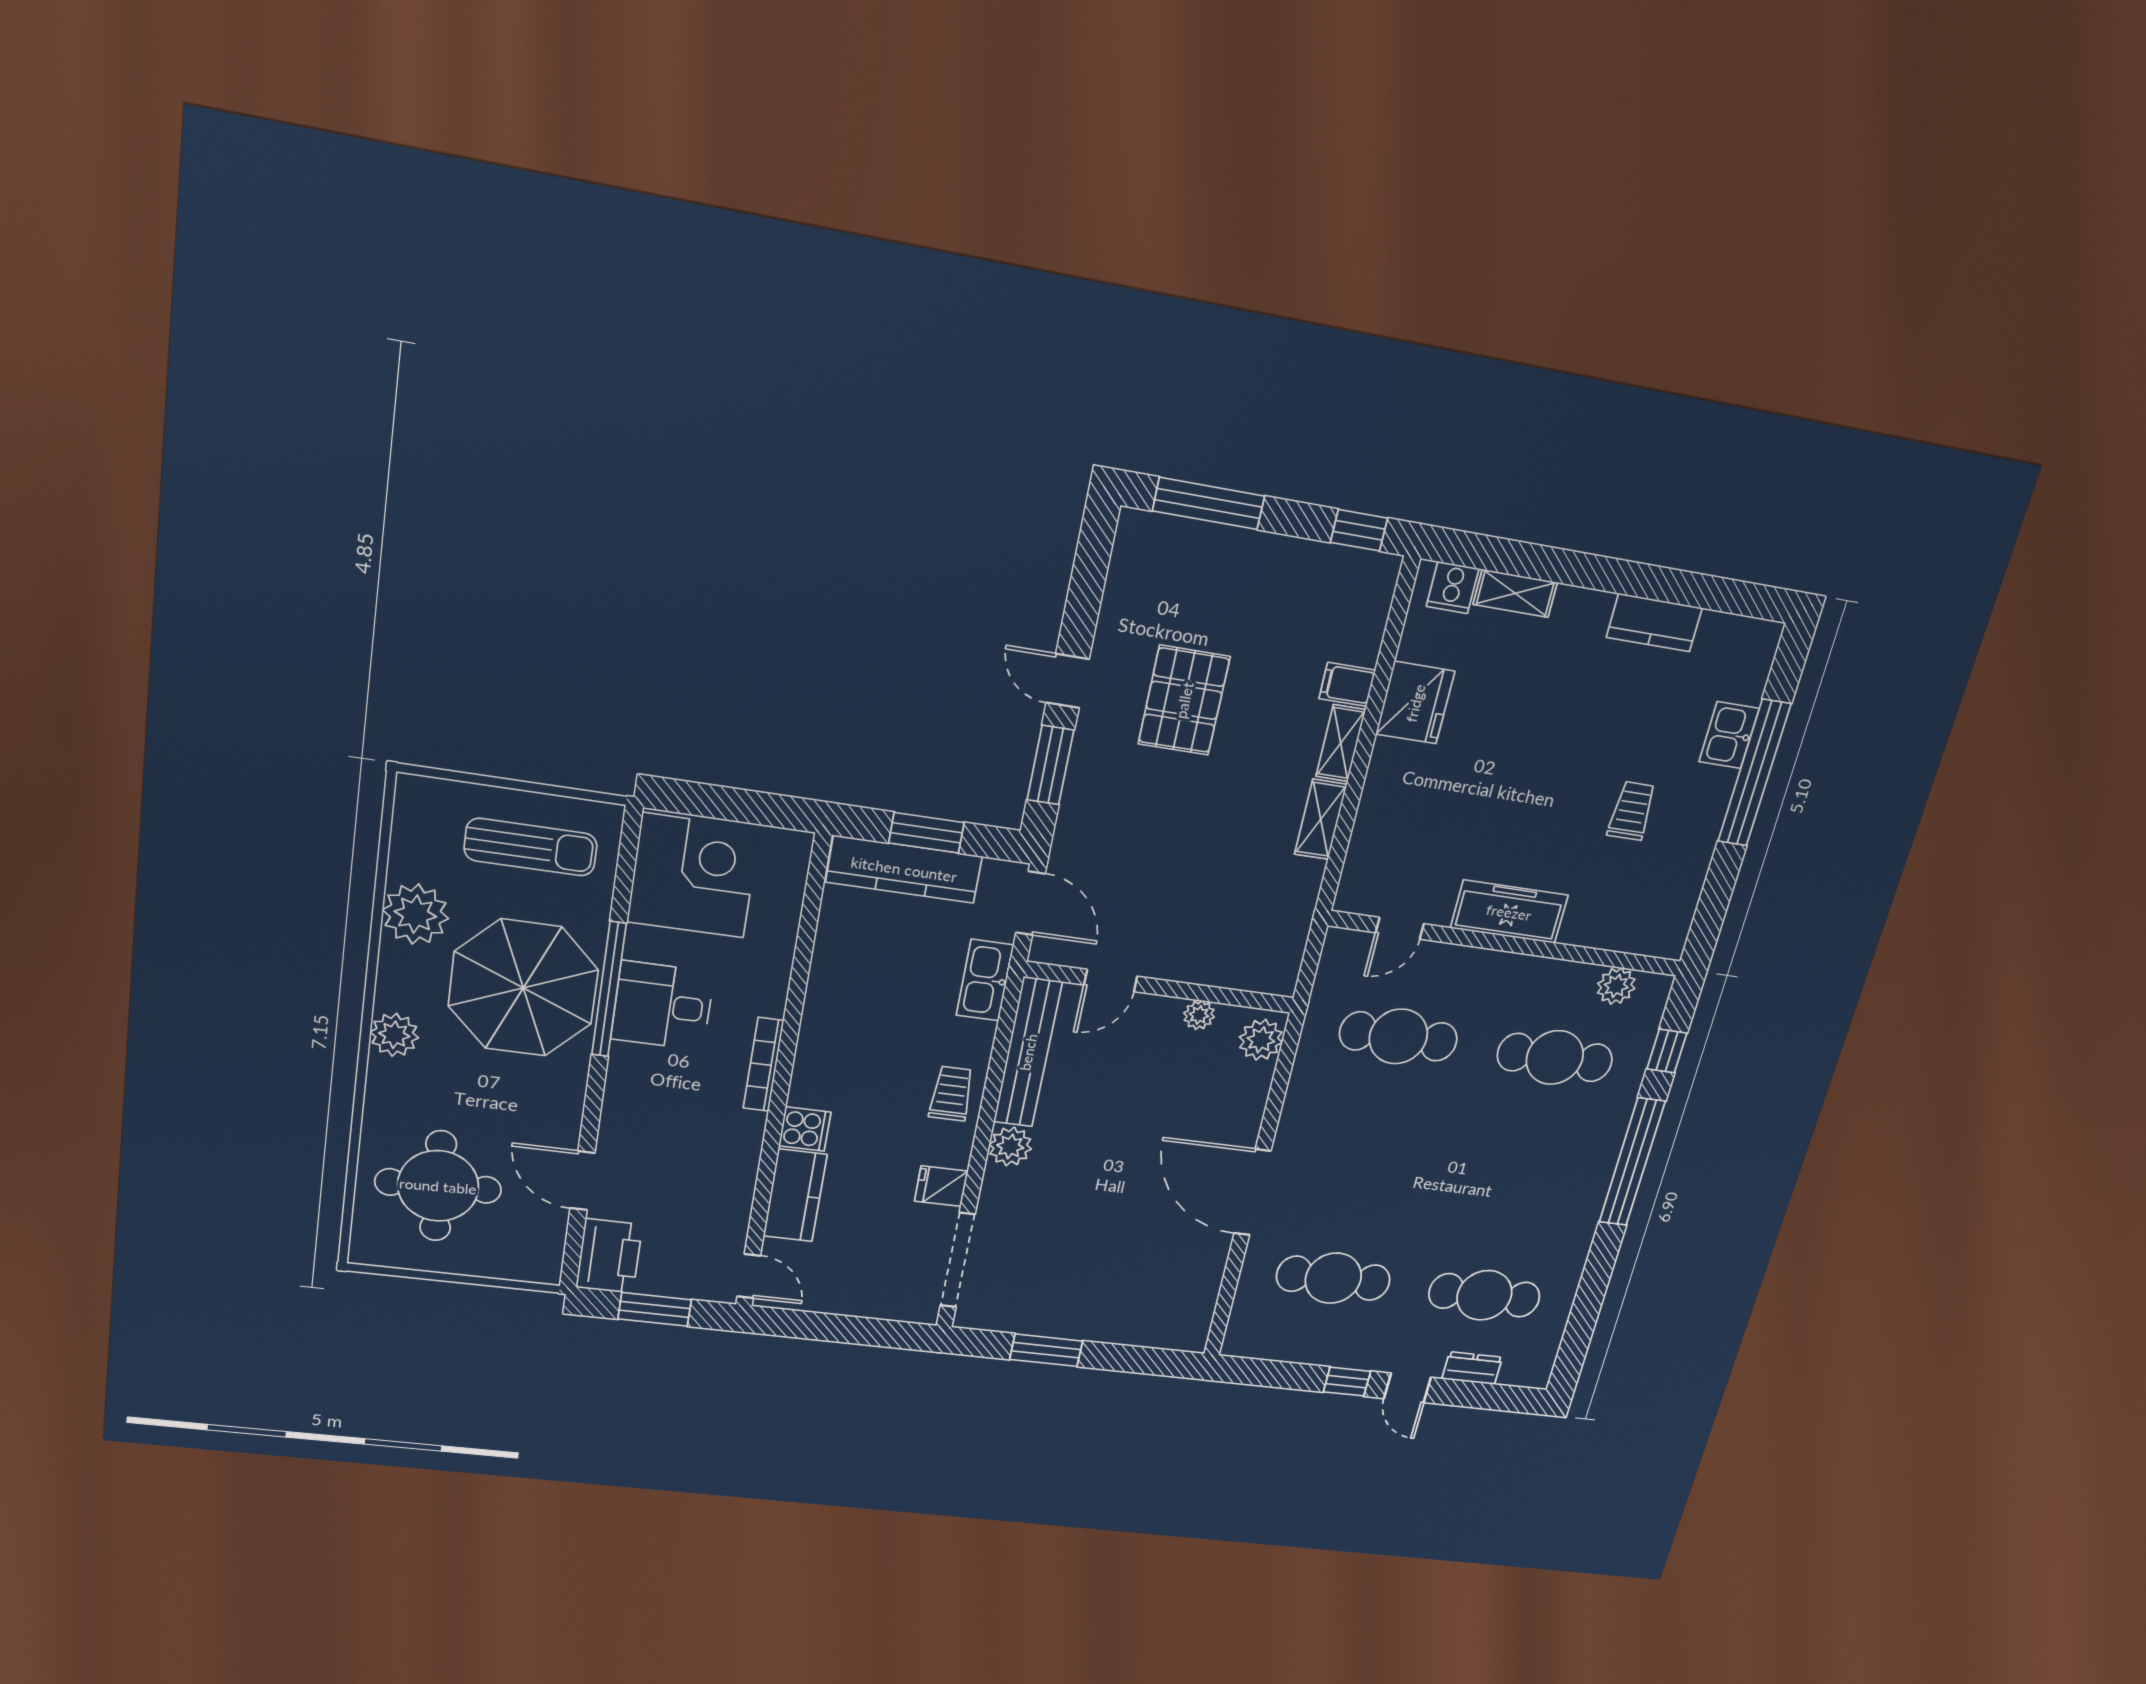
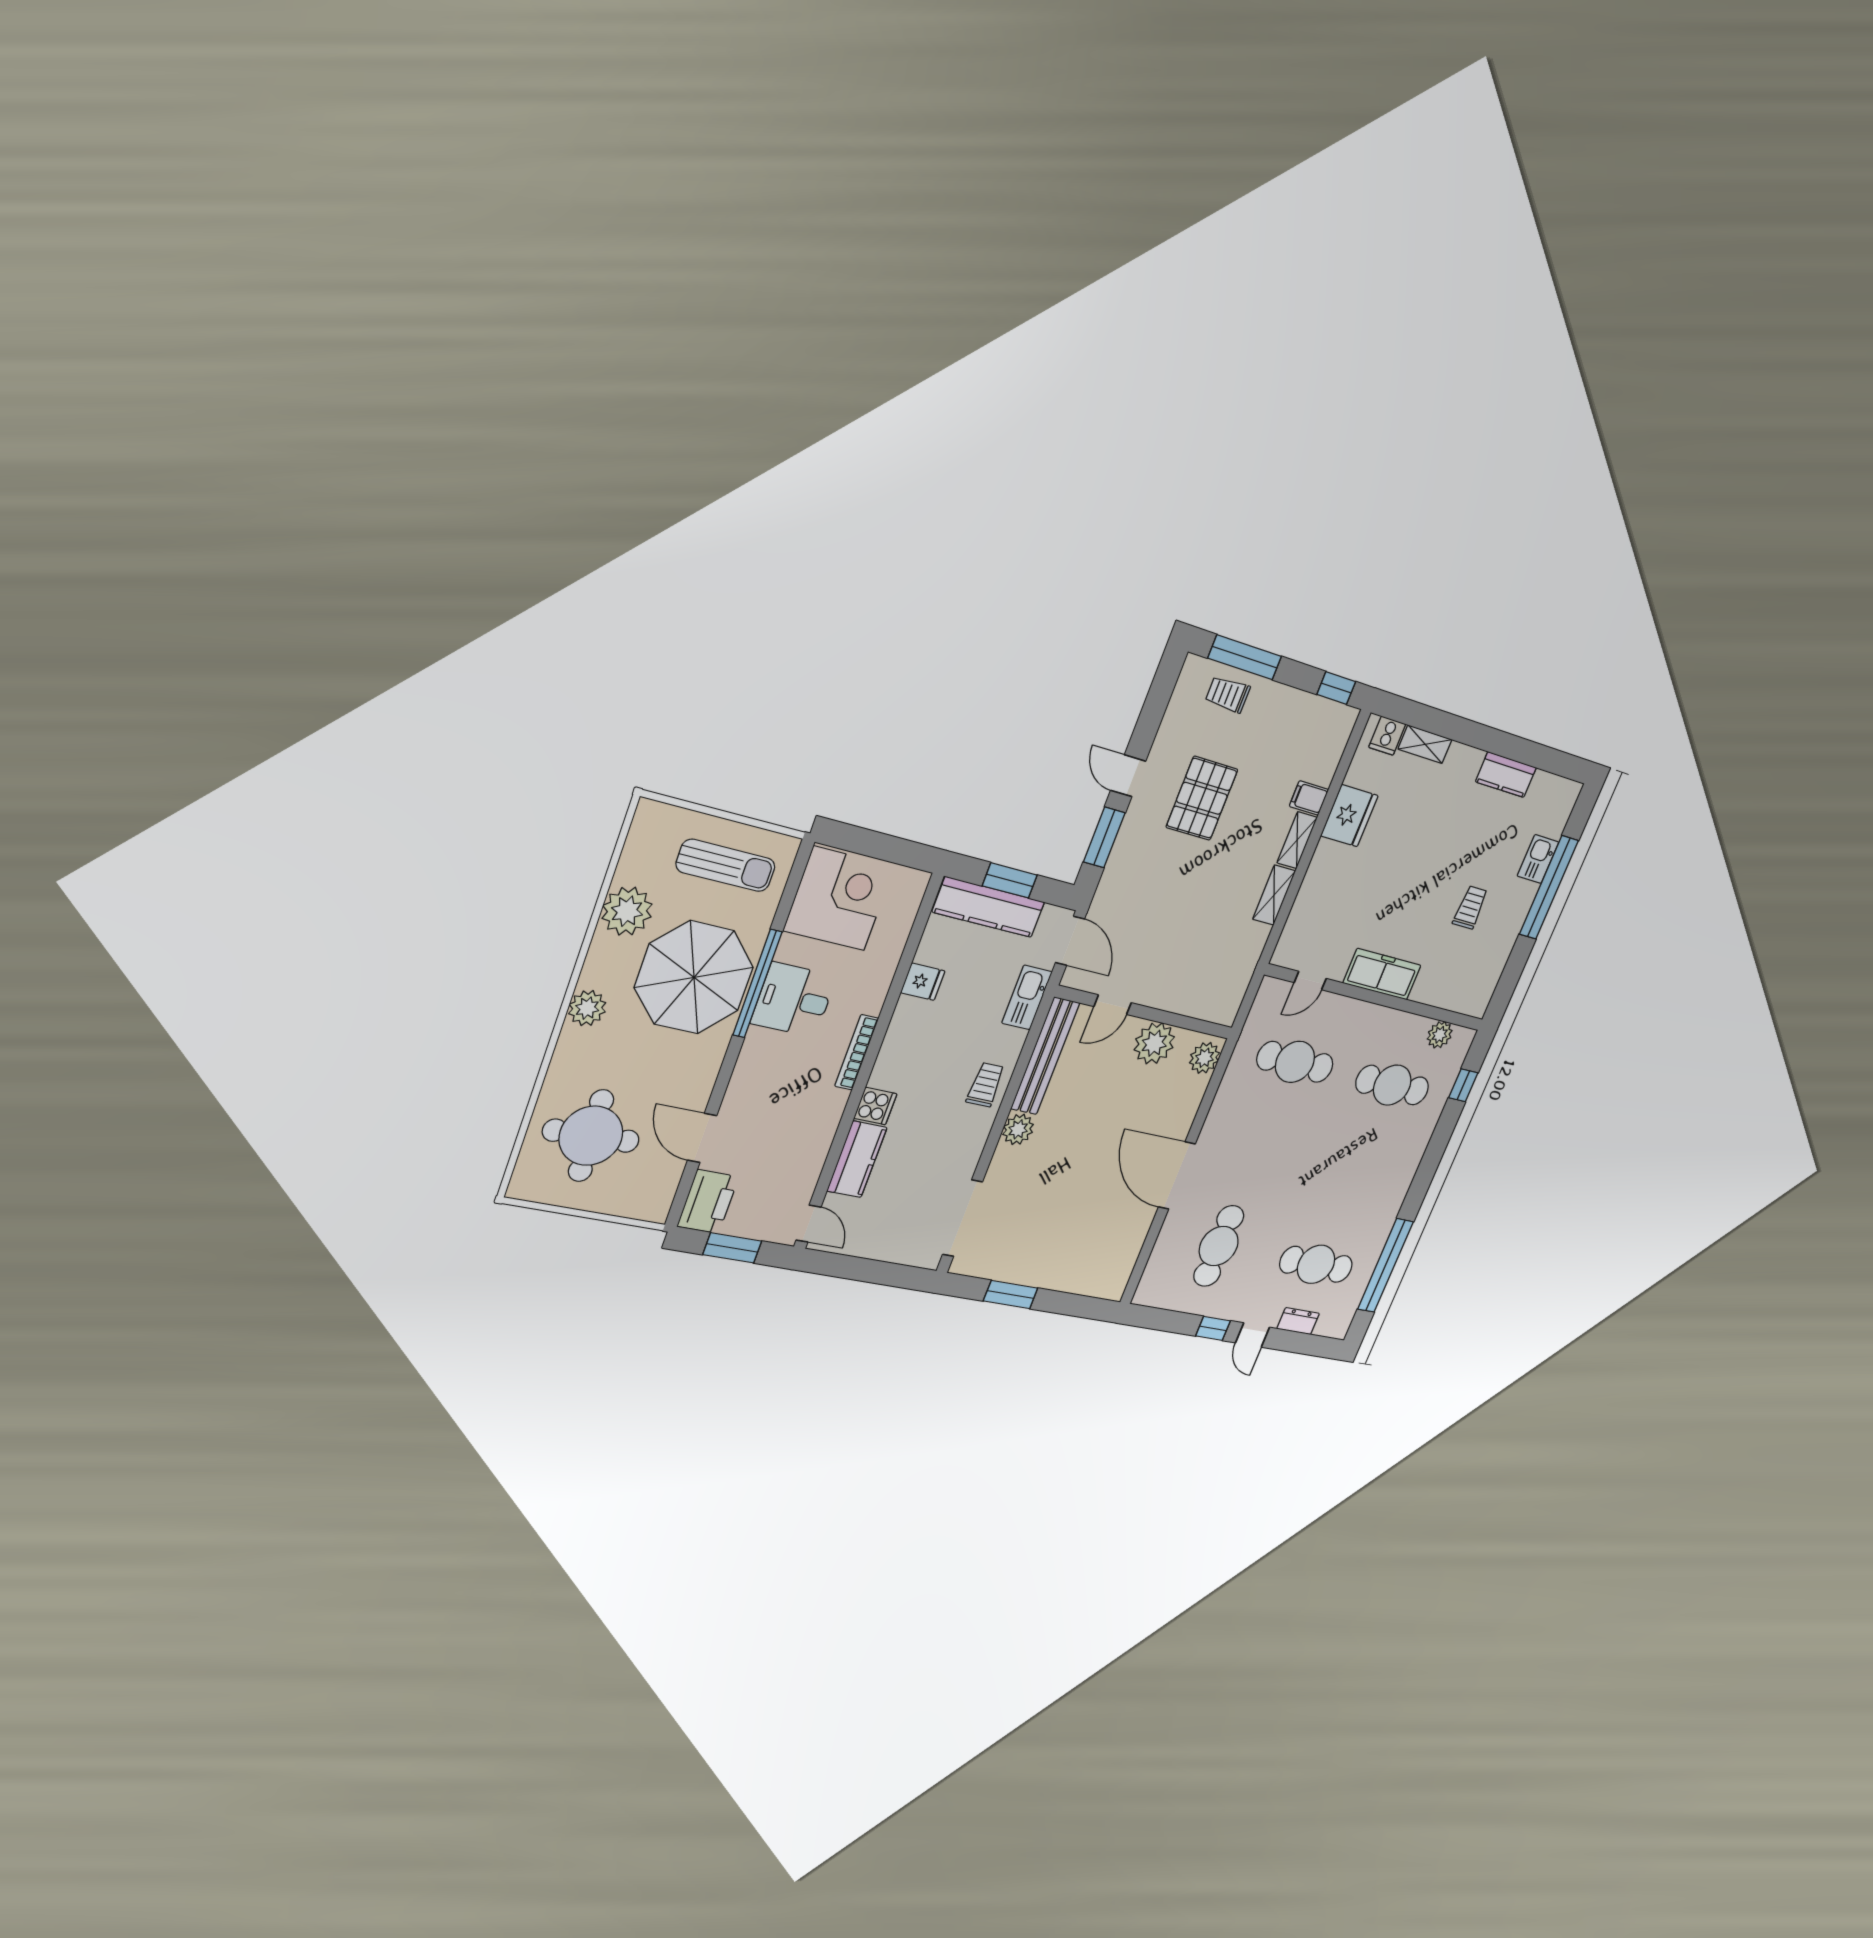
trolley: (1193, 557) -> (1228, 694), added
plant: (1199, 1015) -> (1154, 1043), width x1.87, depth x1.87
window: (1632, 1162) -> (1385, 1265), moved
fridge: (941, 1186) -> (923, 982), moved, turned 180
cafe table: (1333, 1278) -> (1219, 1246), turned 90

